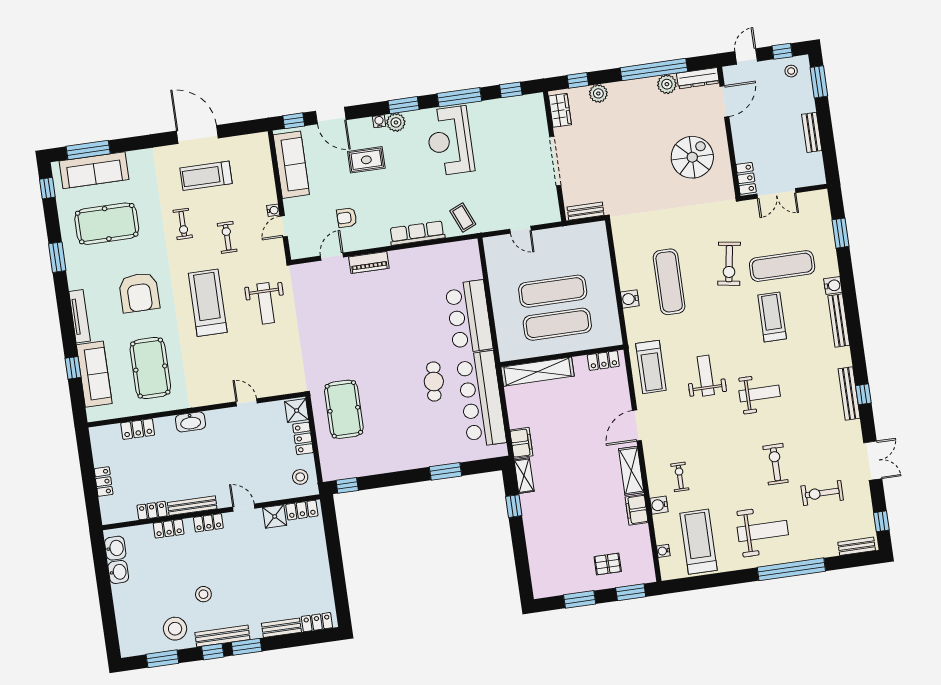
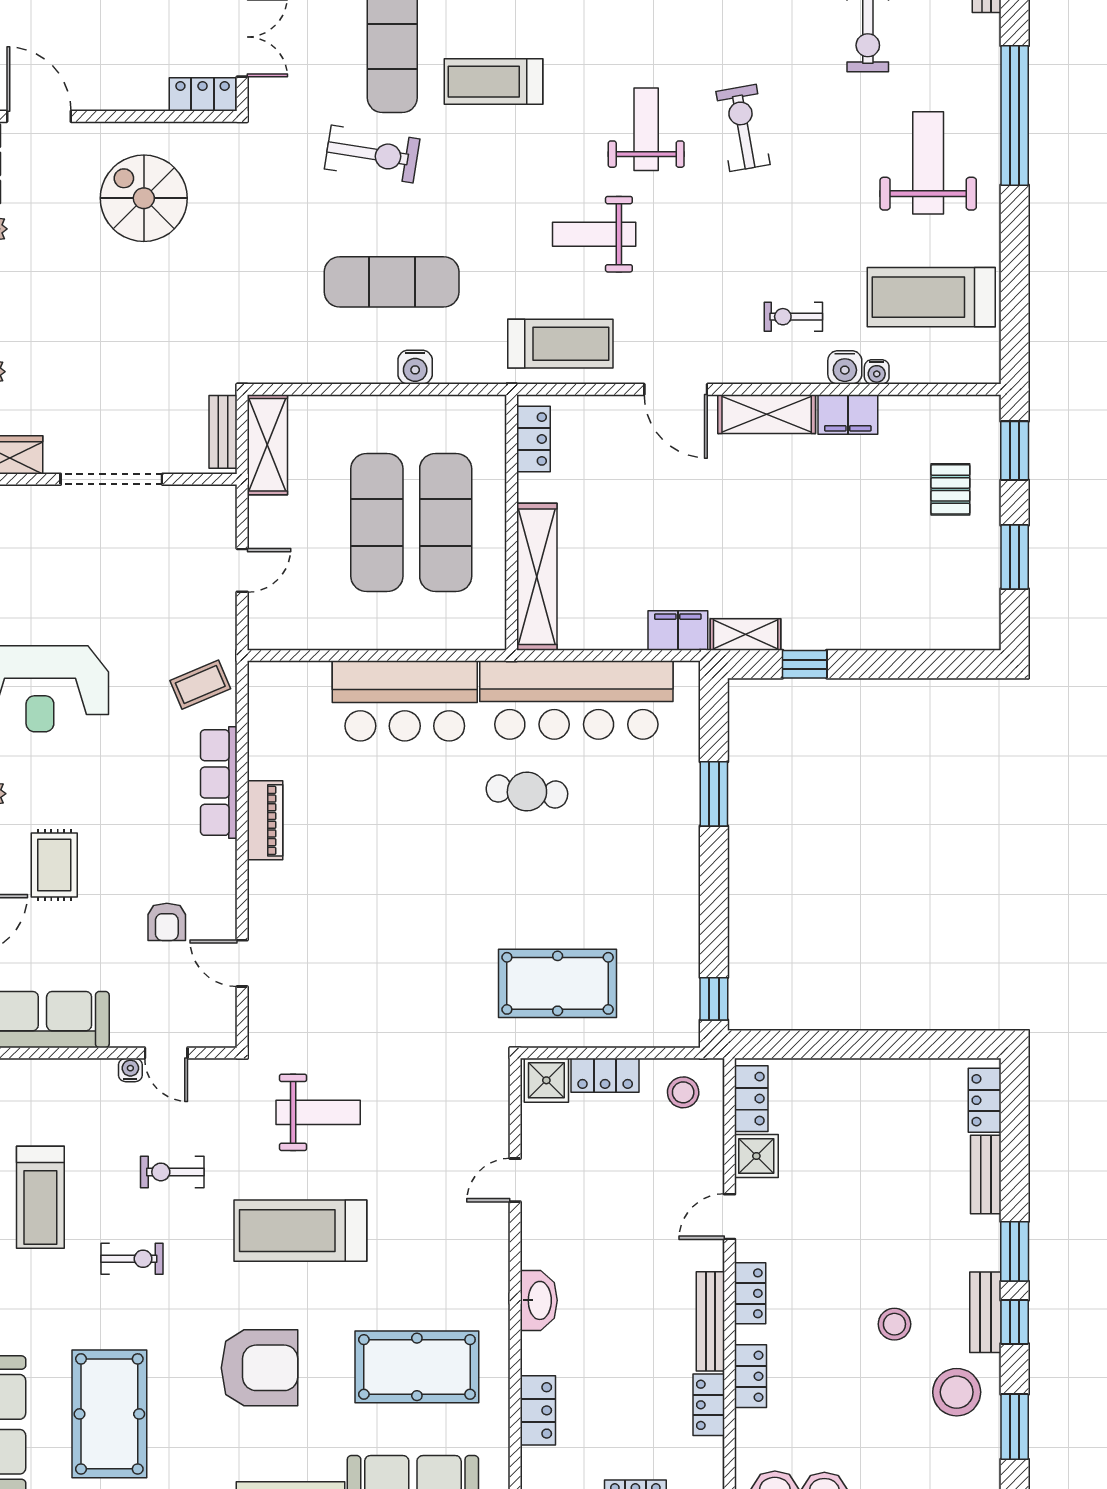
shelving: (582, 233) -> (267, 445), added
piano: (369, 263) -> (265, 820), moved
exercise bike: (776, 464) -> (743, 128), moved, turned 80
water cooler: (663, 551) -> (877, 372), moved
bench: (222, 636) -> (985, 1312), width x0.73

